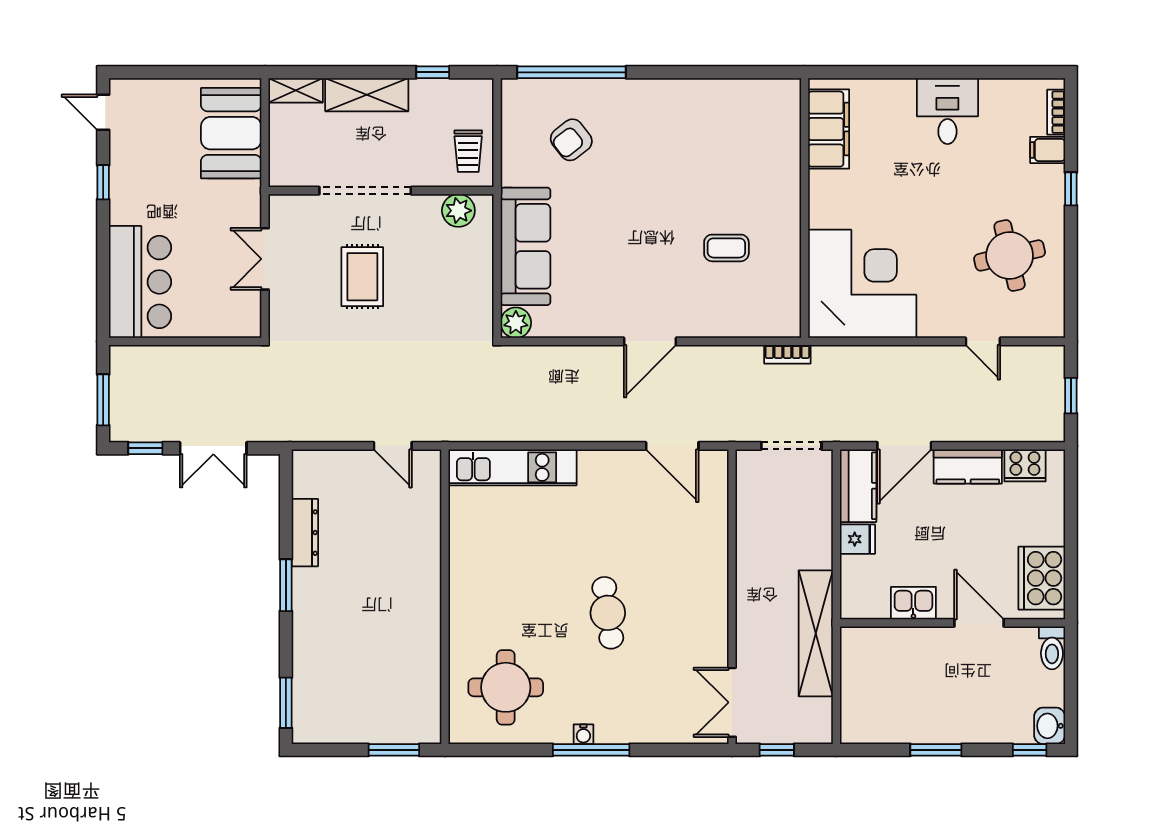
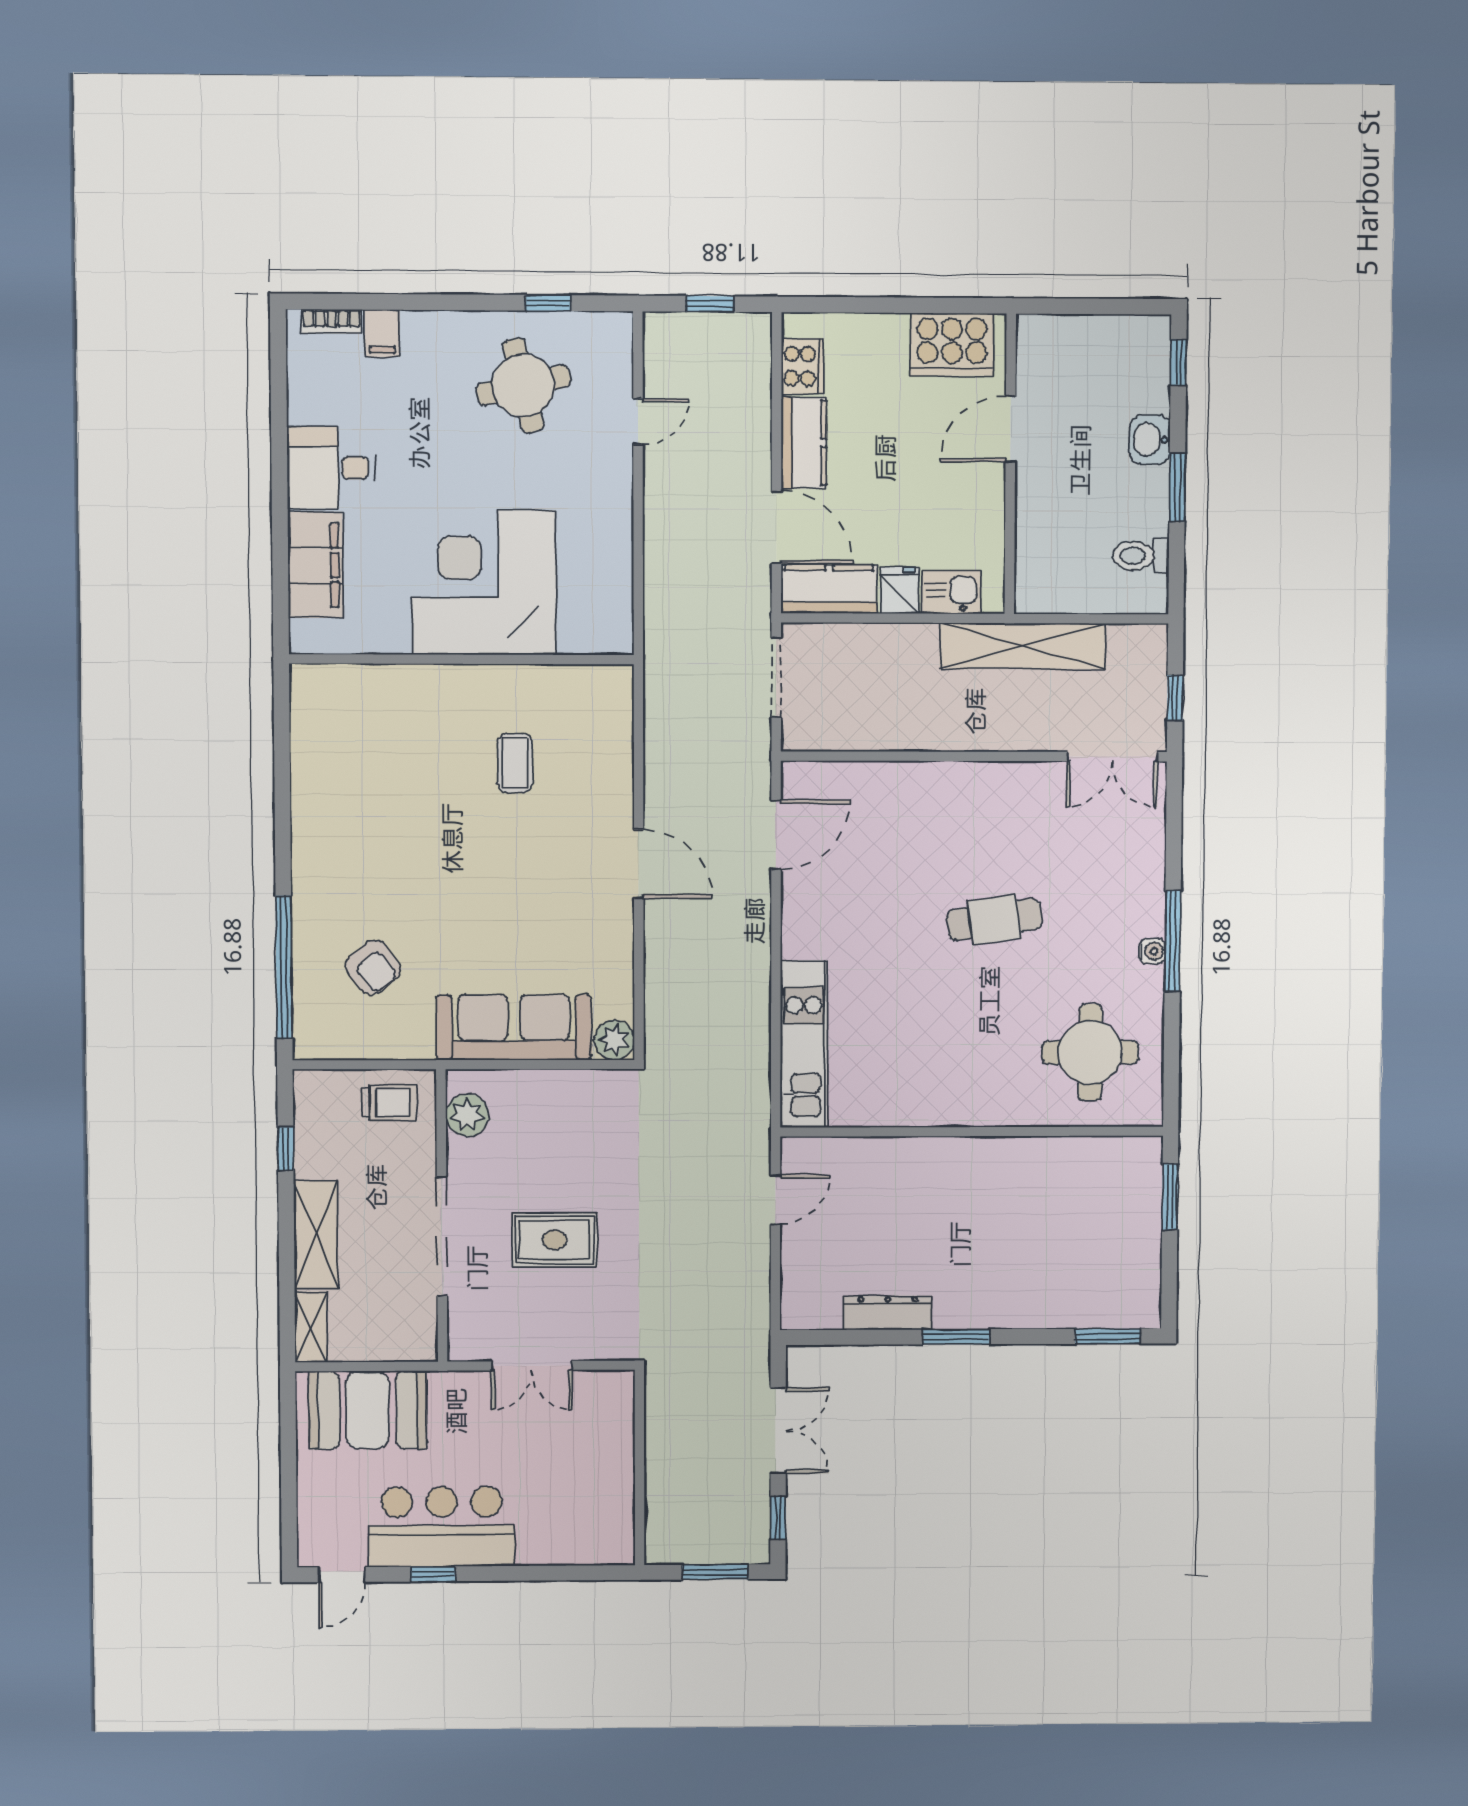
filing cabinet: (829, 129) -> (315, 565), moved, turned 90
window: (1071, 189) -> (548, 303), moved
bar counter: (140, 282) -> (442, 1527), moved
corner desk: (862, 284) -> (484, 583), moved
bookcase: (787, 354) -> (655, 683), removed
kitchen sink: (913, 603) -> (951, 592), moved, turned 90
toilet: (1052, 648) -> (1141, 556), moved, turned 180
washbasin: (1050, 726) -> (1150, 440), moved, turned 90

